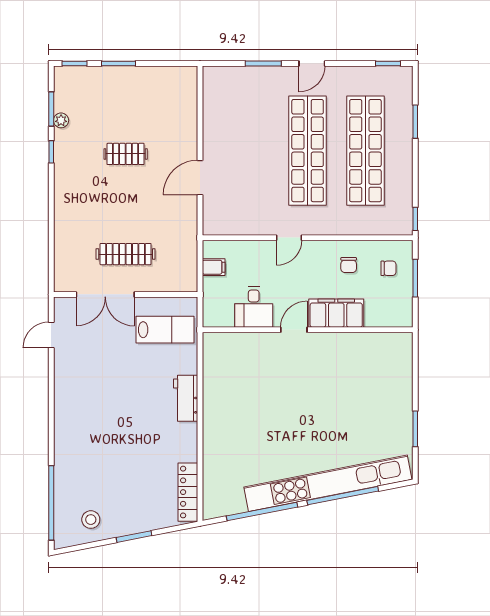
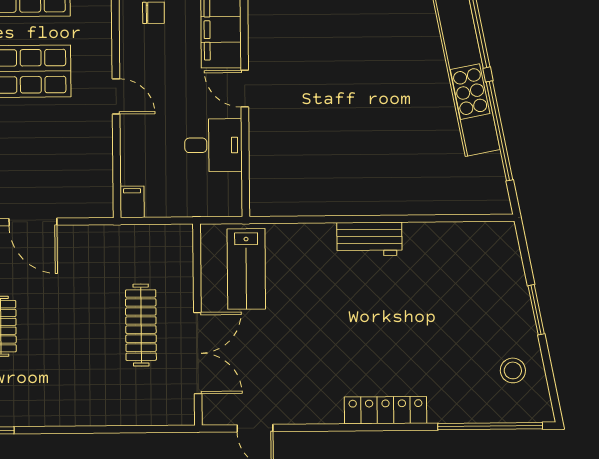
filing cabinet: (214, 267) -> (132, 202), moved
lab bench: (165, 330) -> (246, 269), turned 180
workbench: (186, 398) -> (369, 239), moved
locker: (188, 492) -> (386, 410), moved, turned 180

